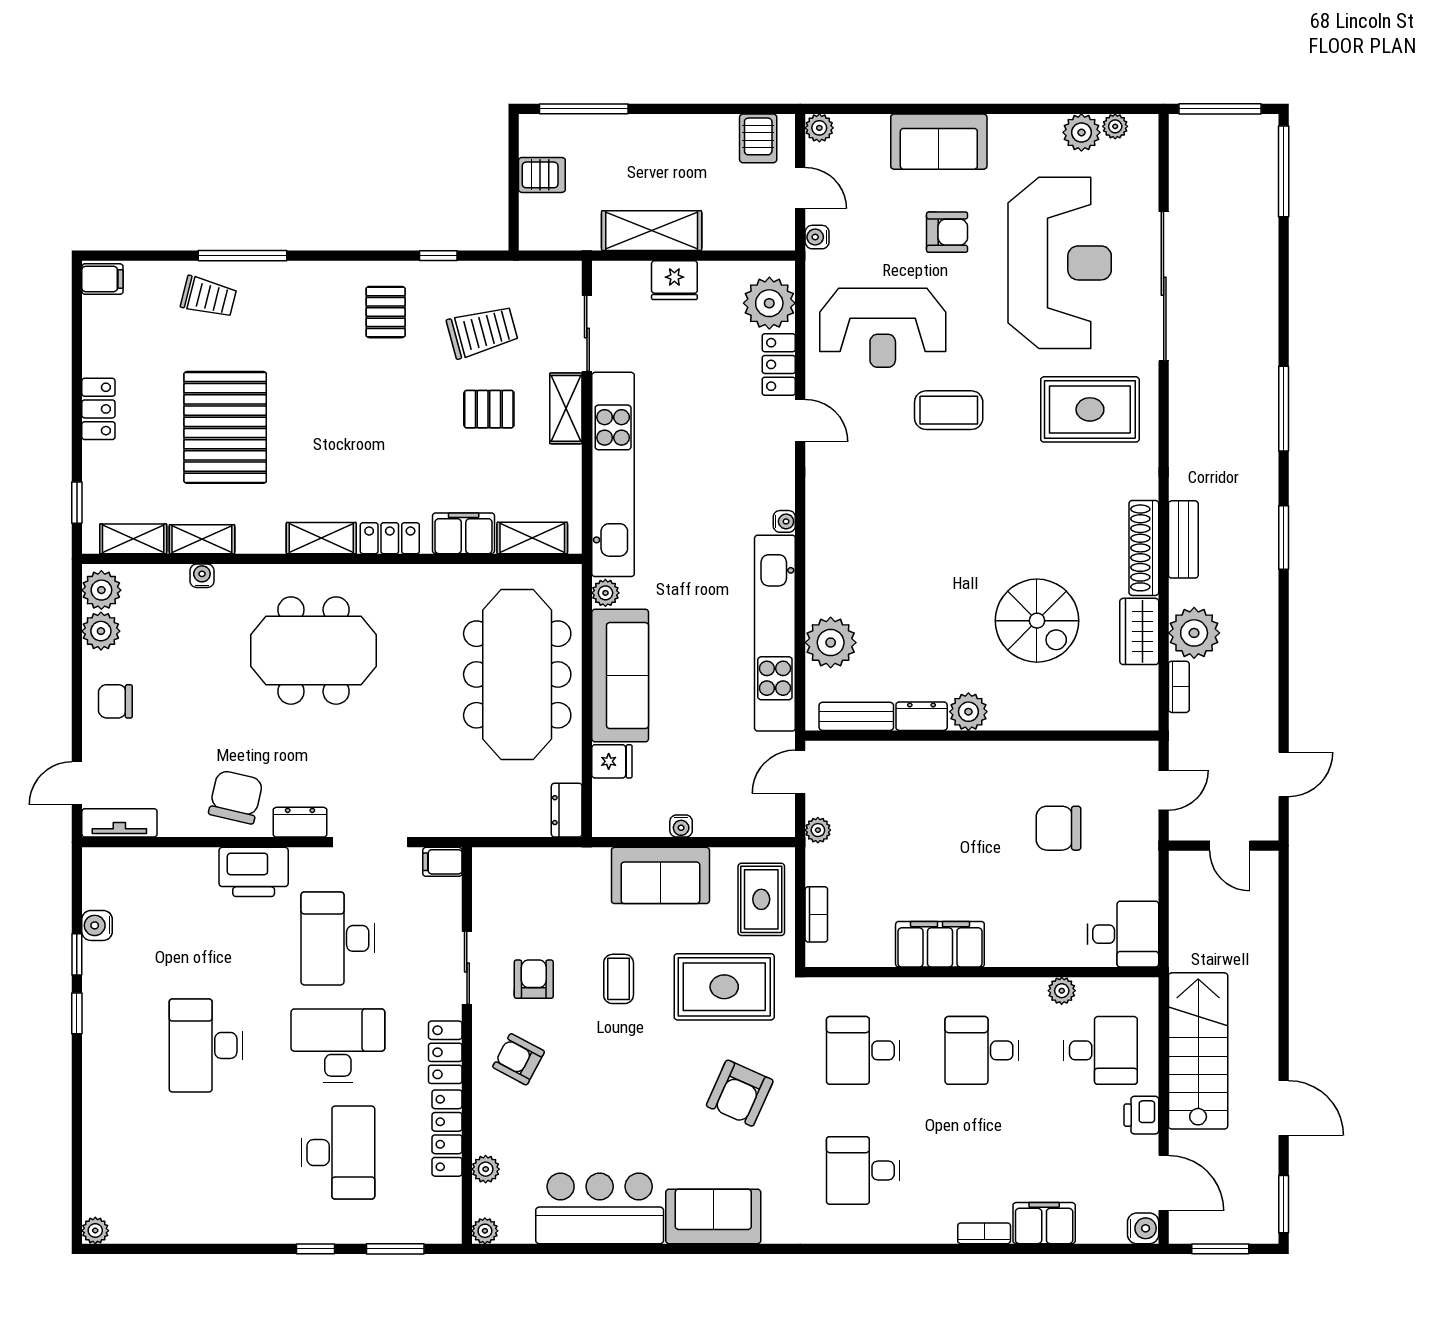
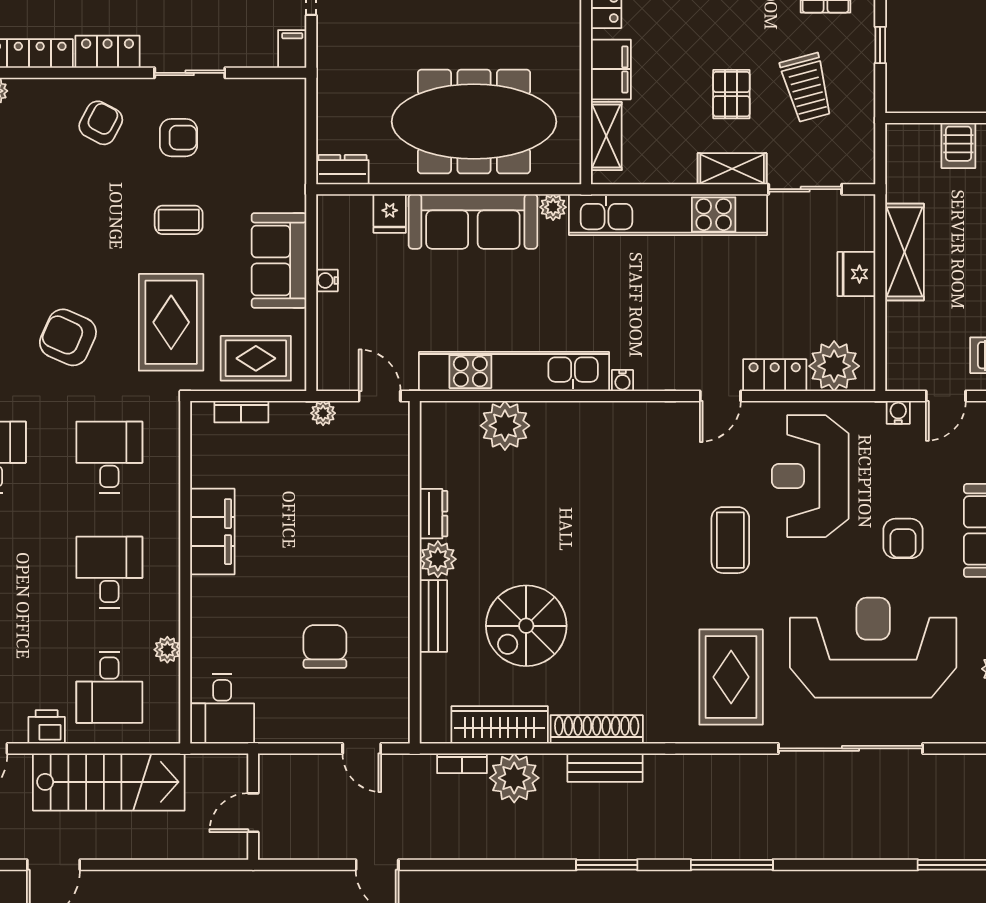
reception desk: (1060, 263) -> (873, 648), turned 180
wardrobe: (1139, 631) -> (500, 725), width x1.50
bench: (856, 716) -> (433, 616), moved
wall: (1224, 846) -> (253, 807), moved
door: (1230, 846) -> (253, 813), moved

